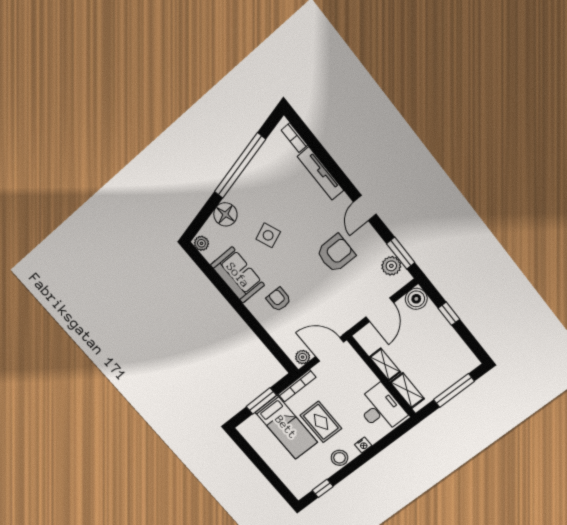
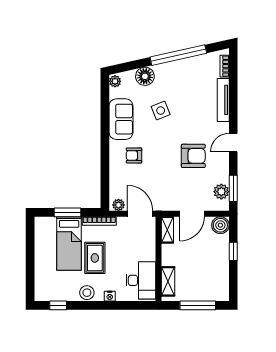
armchair: (279, 299) -> (134, 155), turned -90
shelving: (385, 364) -> (167, 230), moved

